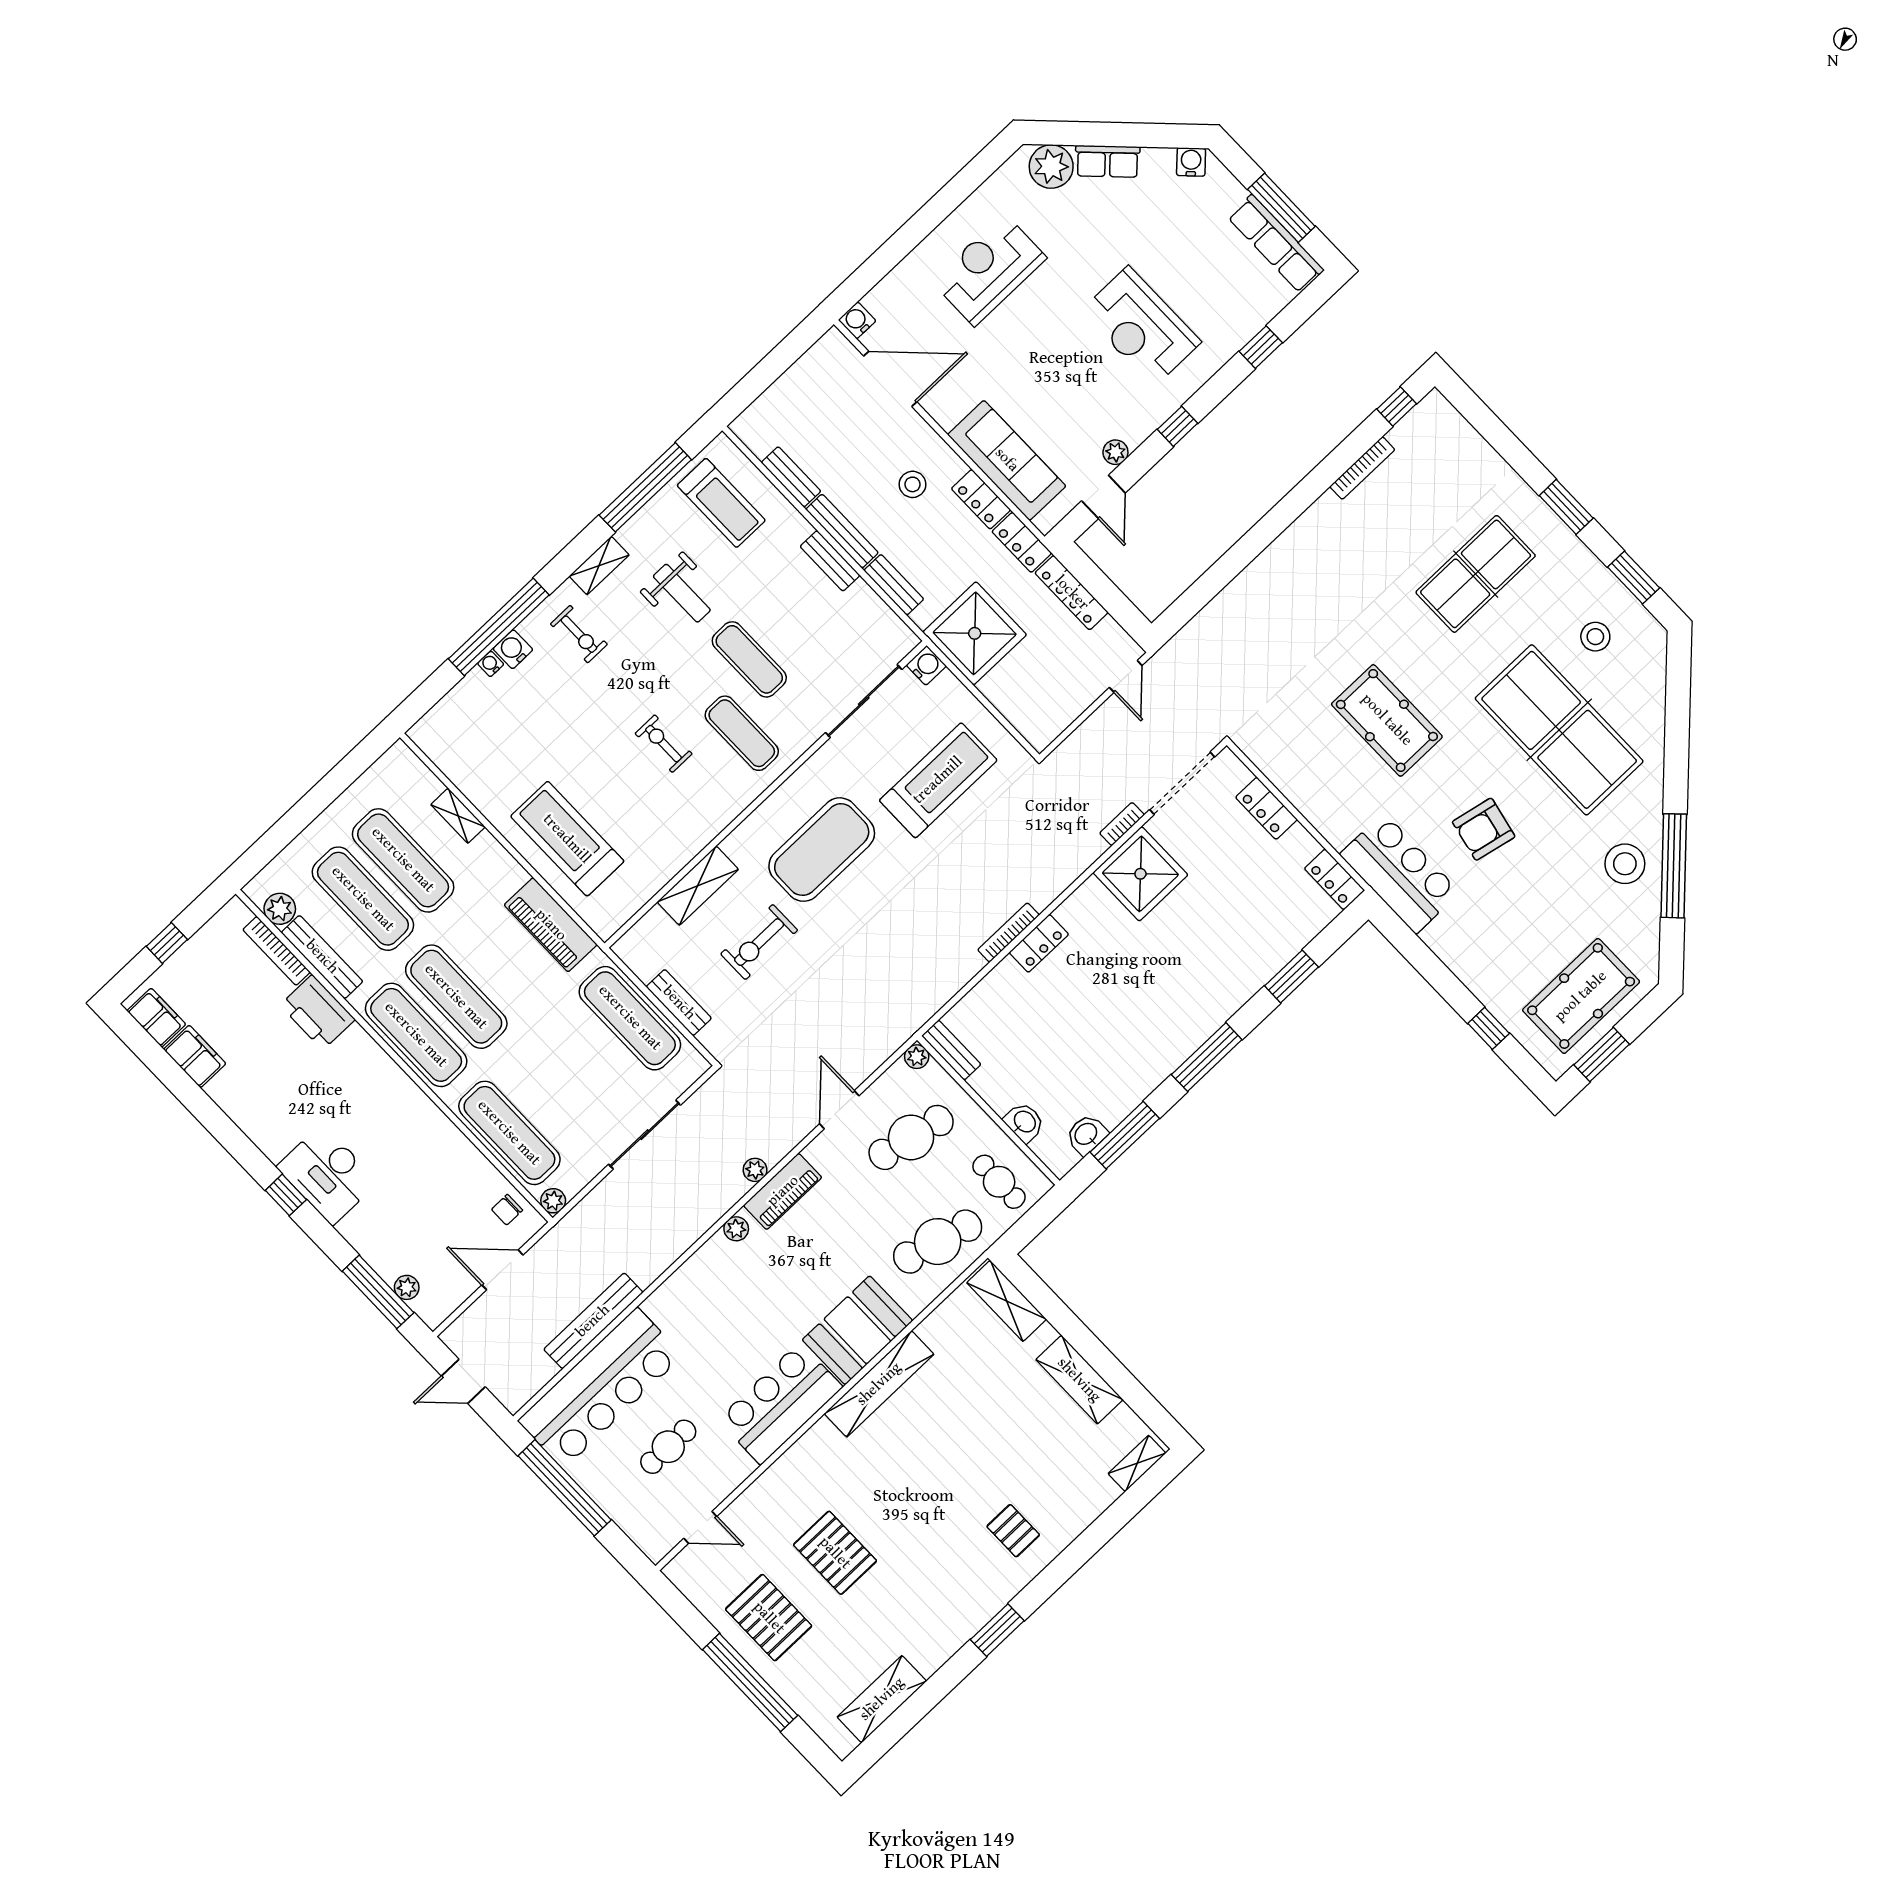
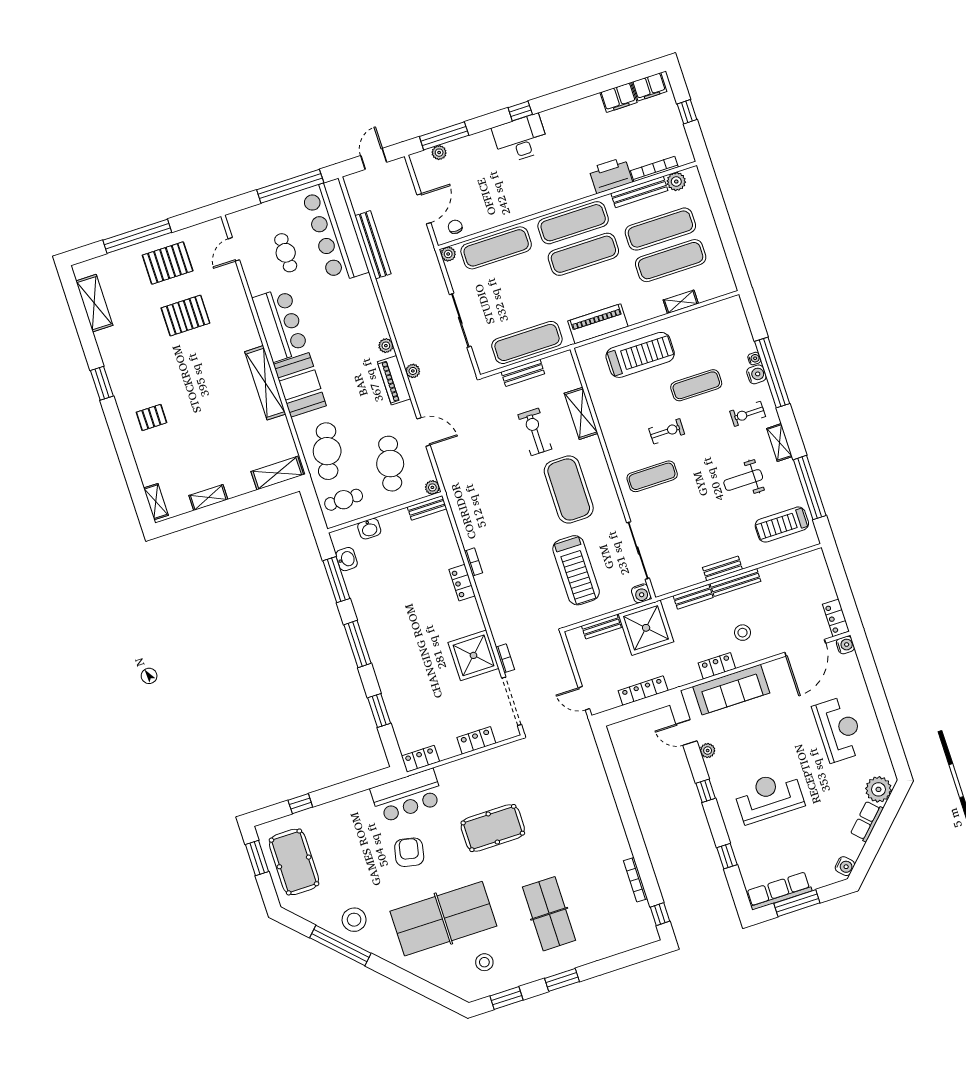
bench: (791, 477) -> (601, 627), moved
locker: (1022, 542) -> (836, 618), moved, turned -90
exercise mat: (749, 659) -> (696, 385), moved
bookcase: (1009, 932) -> (473, 562), width x0.64
shelving: (1079, 1380) -> (208, 497), width x0.67, depth x0.75

